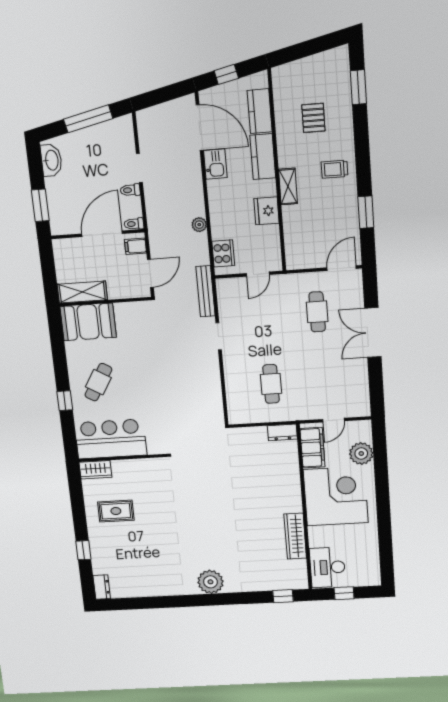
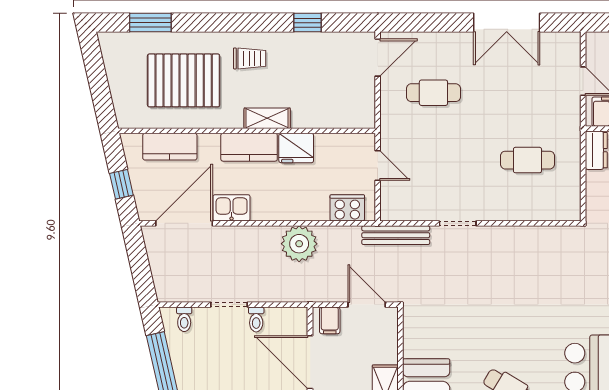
pallet: (313, 118) -> (184, 80), width x2.05, depth x2.00
kitchen counter: (263, 157) -> (249, 147), moved
trolley: (334, 169) -> (250, 58), turned -90
window: (366, 212) -> (308, 23), width x0.67
toilet: (134, 224) -> (184, 319), moved
plant: (199, 225) -> (299, 244), width x1.88, depth x1.88
door: (342, 268) -> (378, 58), swing flipped
double door: (373, 333) -> (507, 23), moved

